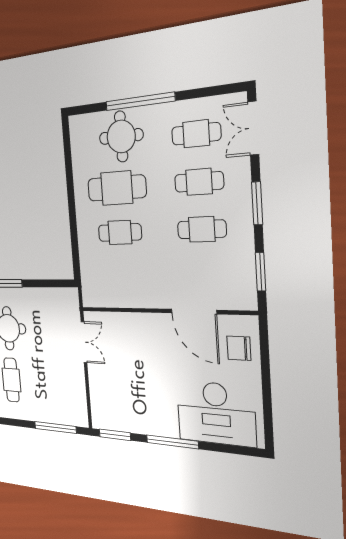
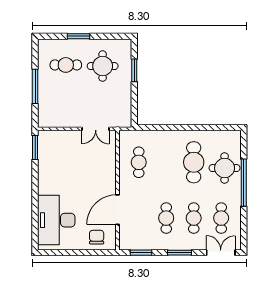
cafe table: (120, 233) -> (139, 162), moved
window: (55, 427) -> (35, 86), moved
window: (172, 442) -> (35, 189), removed

